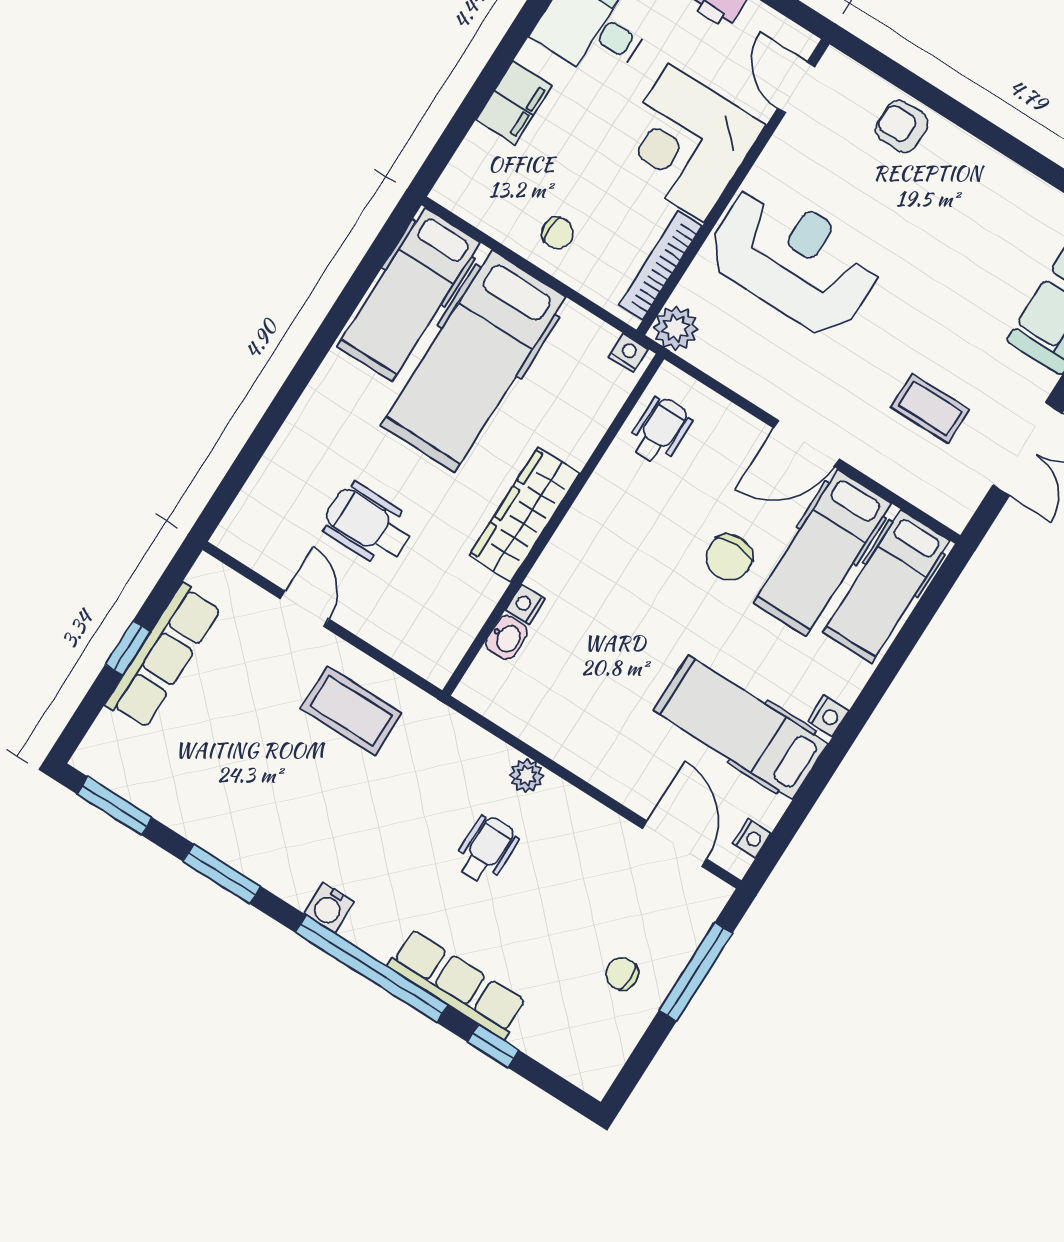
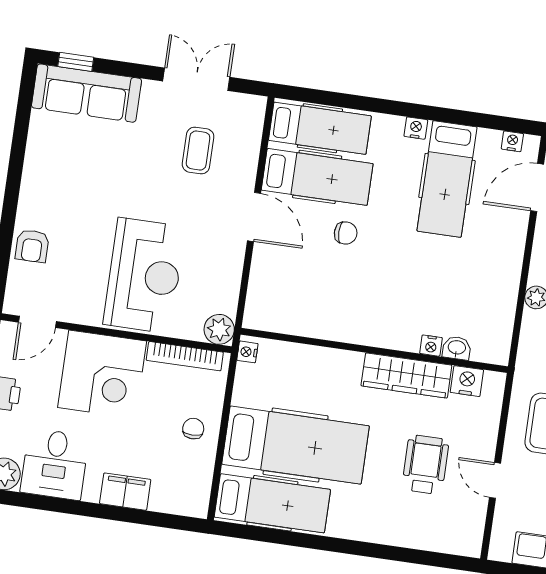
reception desk: (794, 260) -> (144, 275), turned 180
wheelchair: (660, 431) -> (287, 311), removed
wardrobe: (524, 514) -> (406, 375), moved
wheelchair: (368, 525) -> (425, 465), turned 180
chair: (729, 557) -> (346, 233), width x0.73, depth x0.73
door: (305, 609) -> (495, 480), hinge flipped
nightstand: (456, 631) -> (467, 381), added

